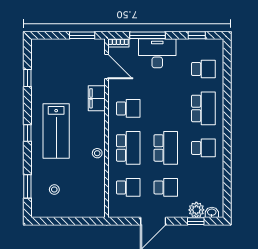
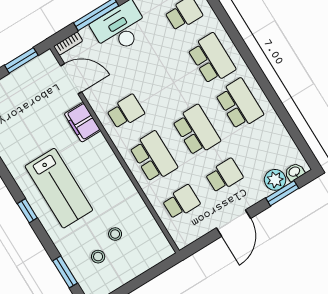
school desk: (203, 148) -> (239, 104), width x1.85
stool: (97, 153) -> (115, 234), moved
window: (196, 221) -> (282, 193), width x1.50

